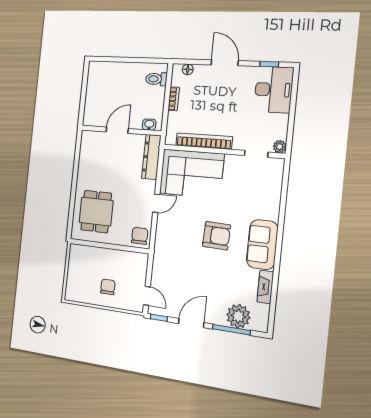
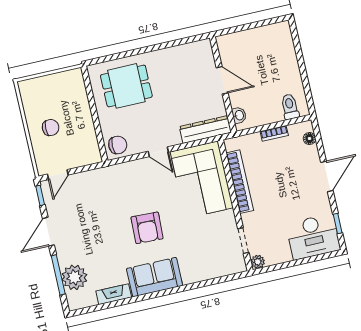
door: (191, 323) -> (48, 232), swing flipped

